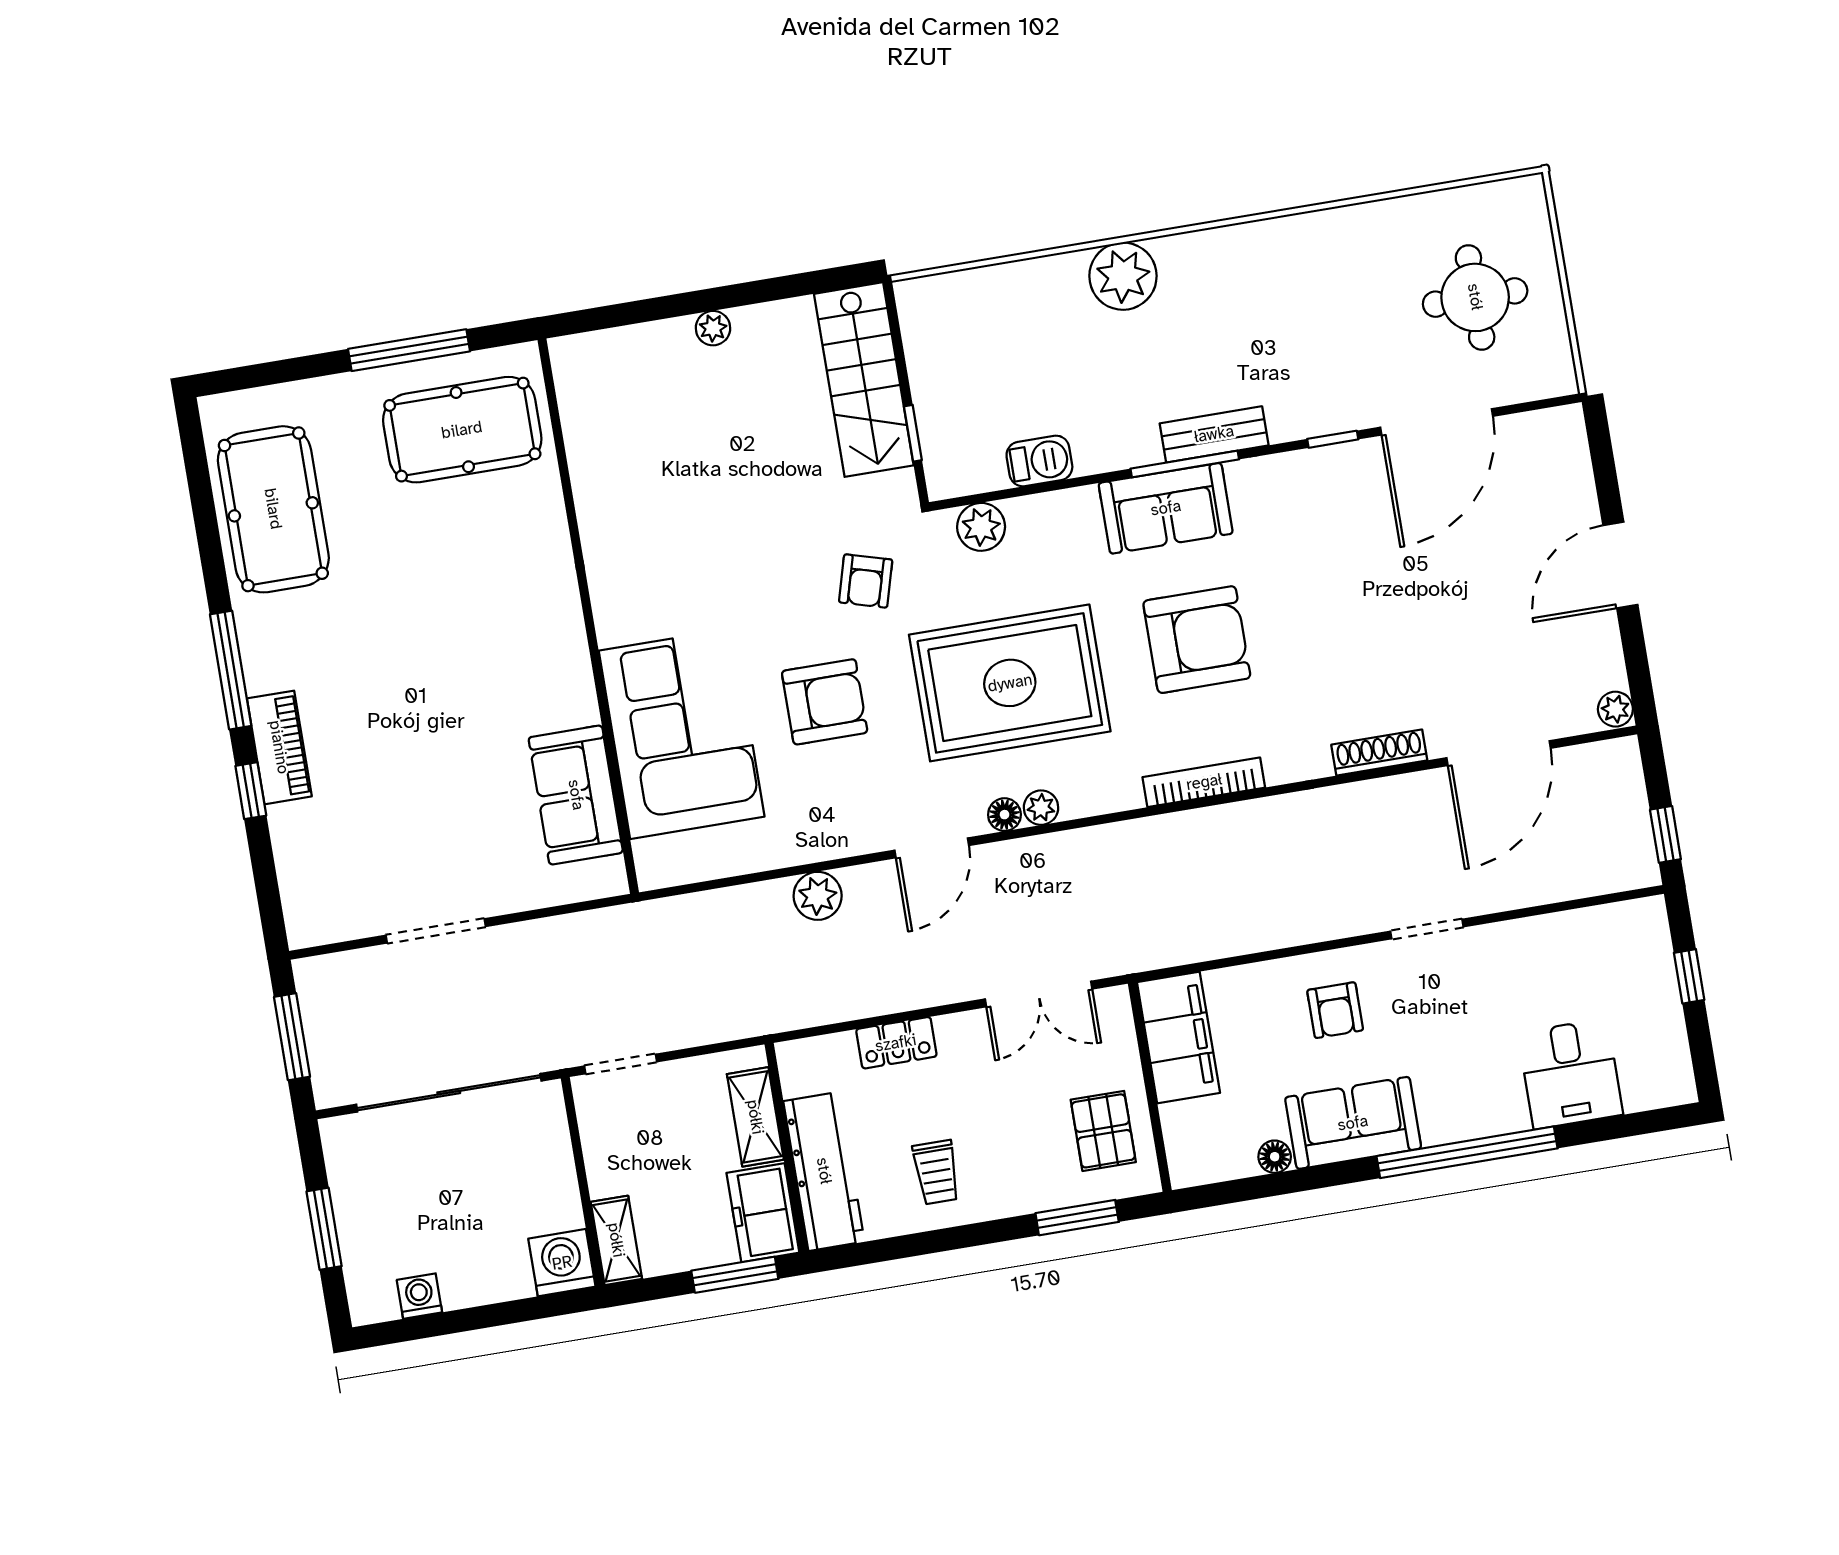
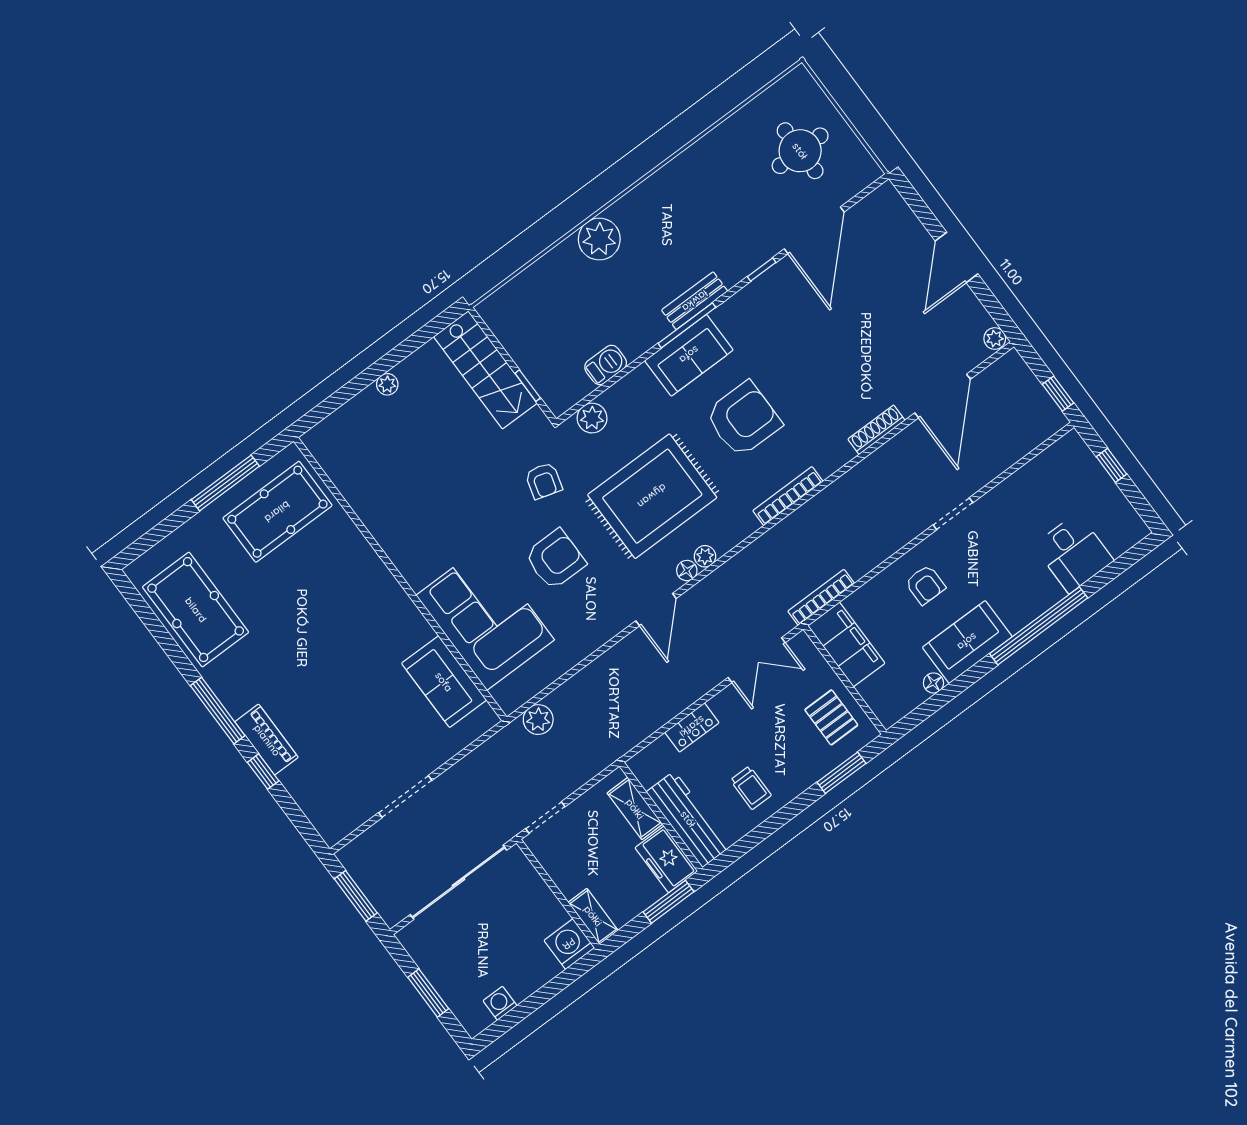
plant: (818, 896) -> (538, 720), moved
bookcase: (1177, 952) -> (821, 597), added

